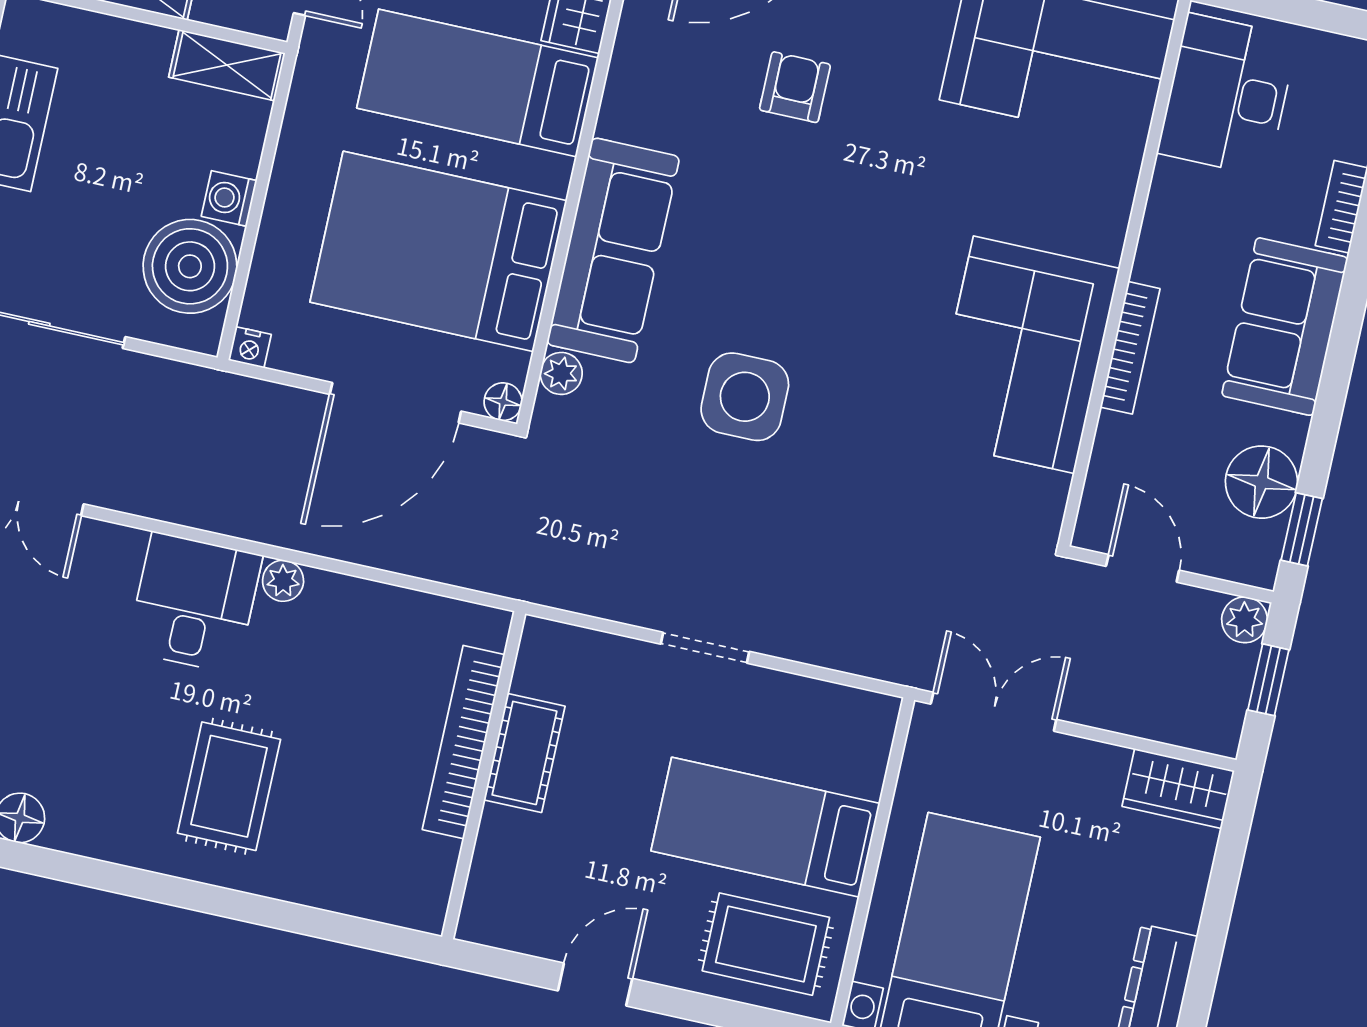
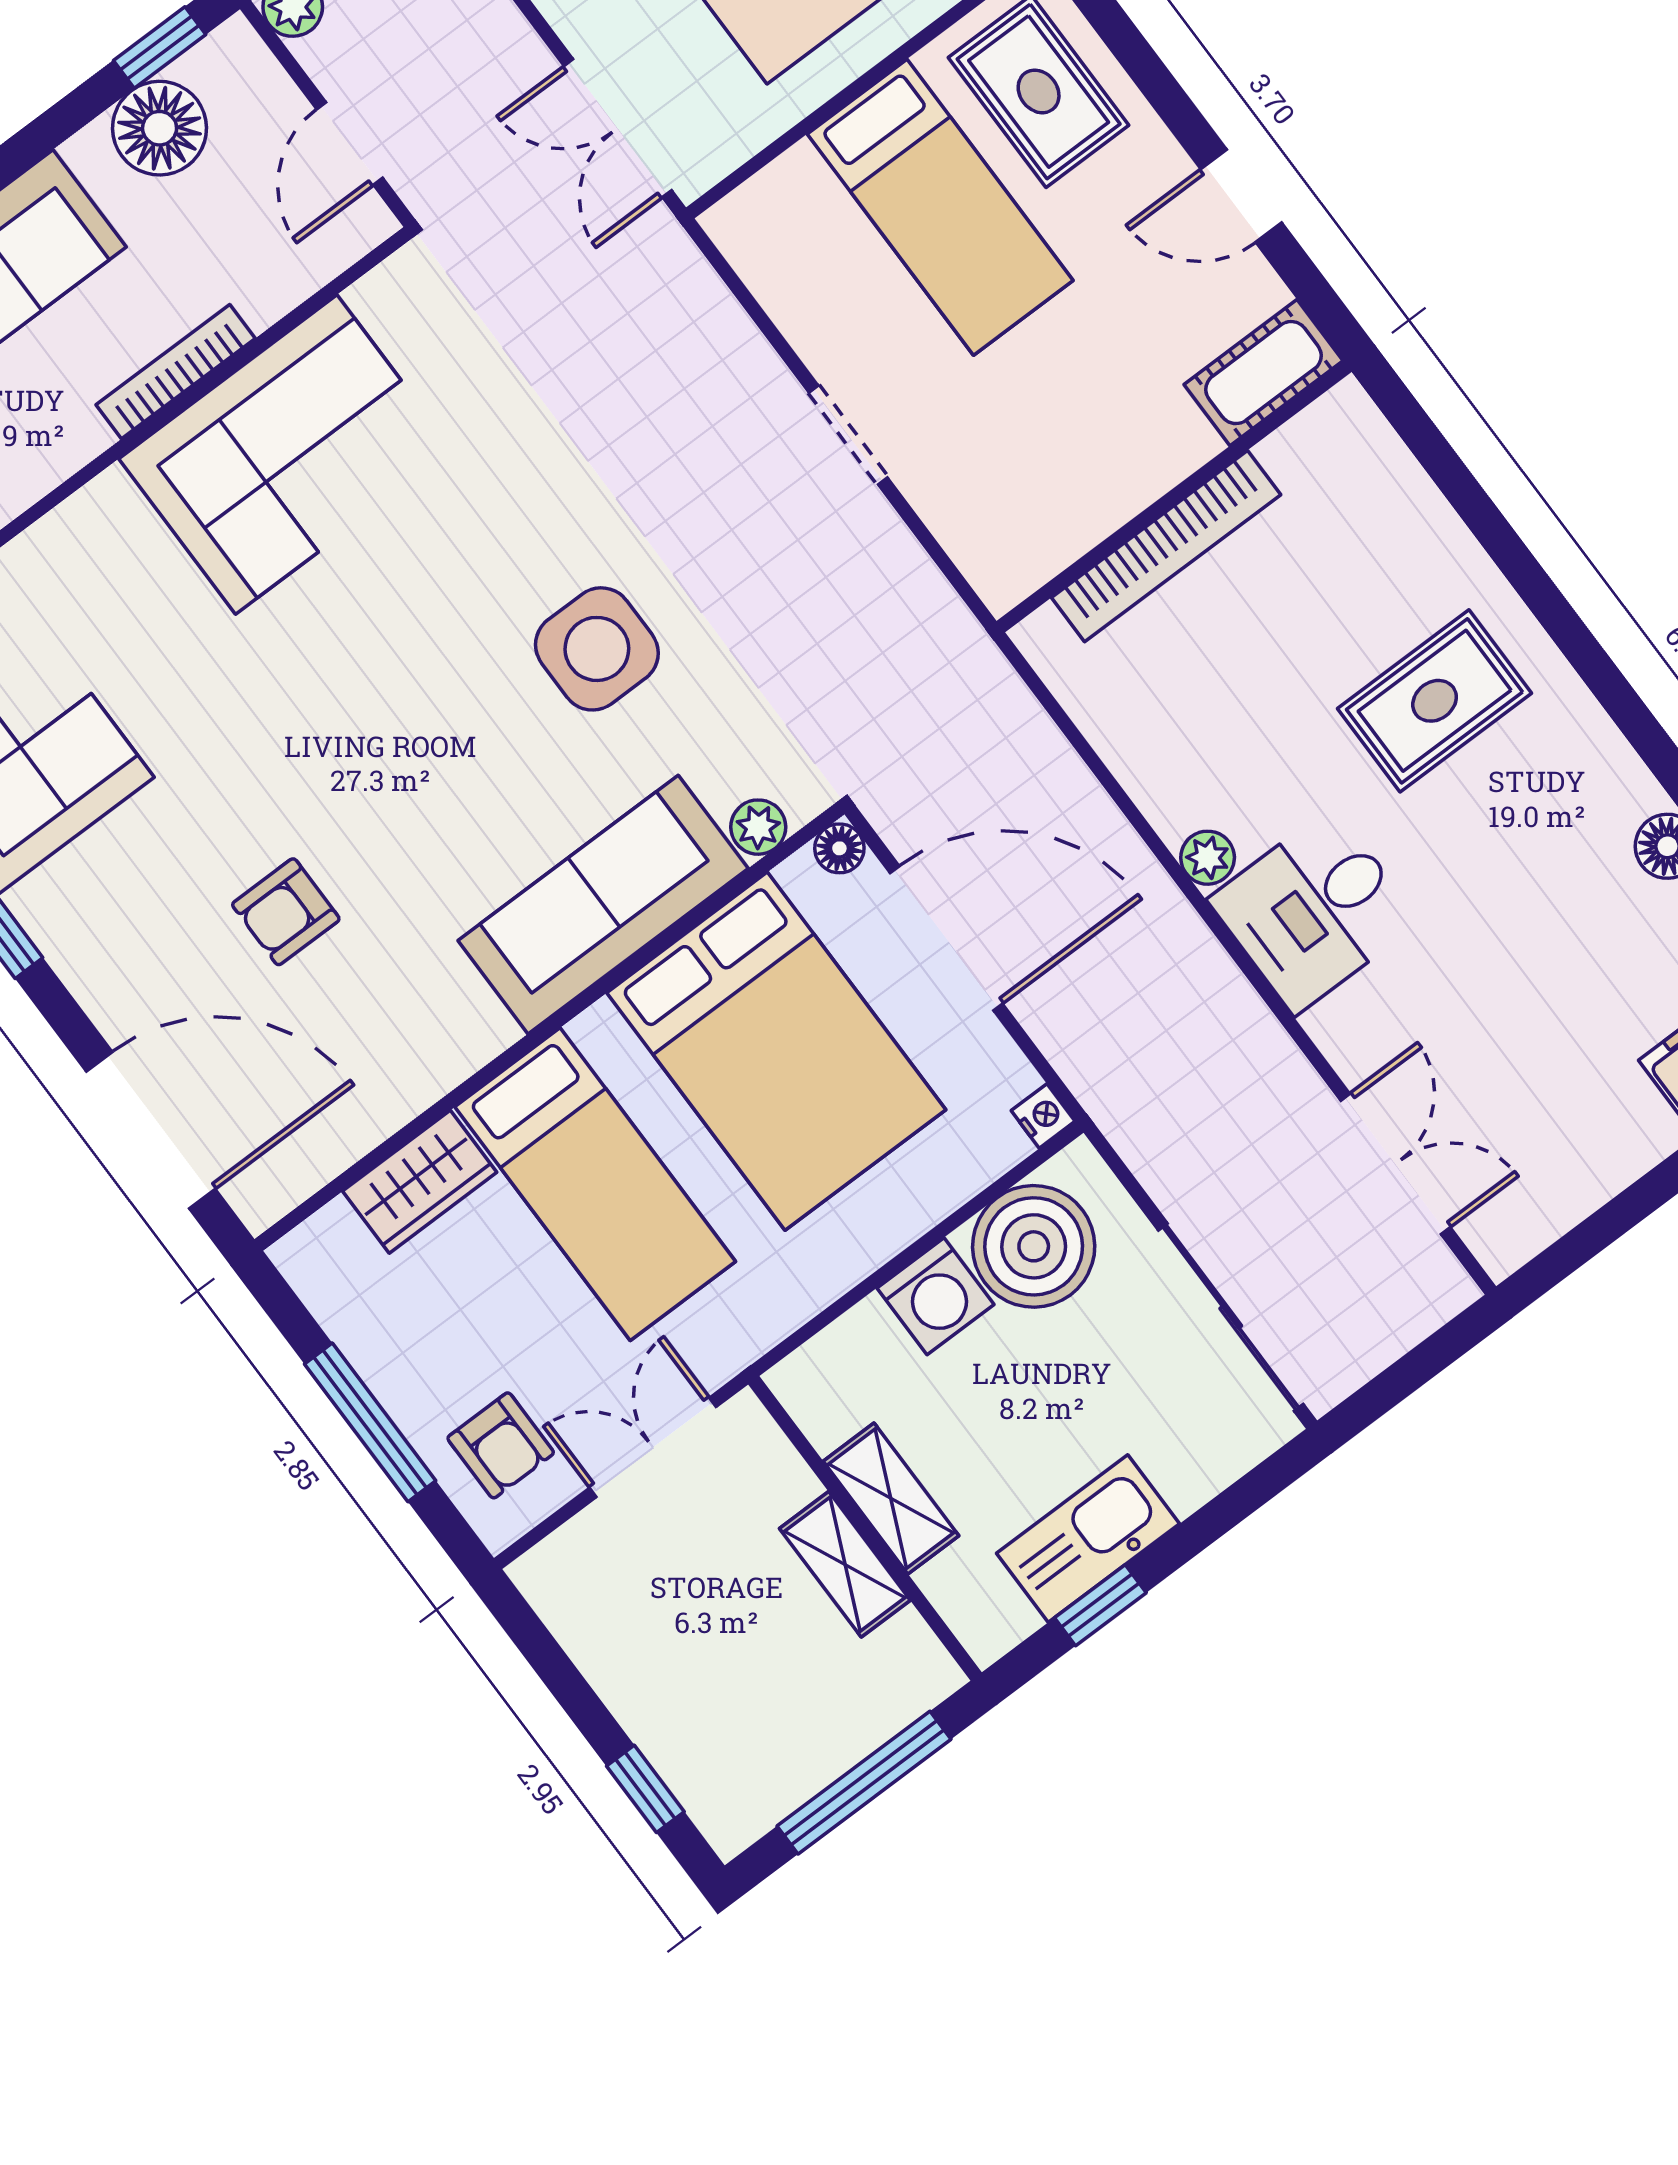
shelving: (227, 65) -> (891, 1498), moved
washing machine: (229, 199) -> (935, 1296), width x1.38, depth x1.38
cot: (524, 753) -> (1263, 373), moved

